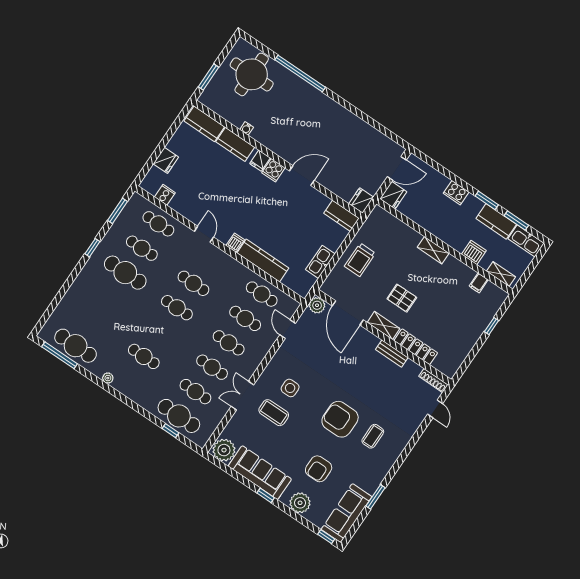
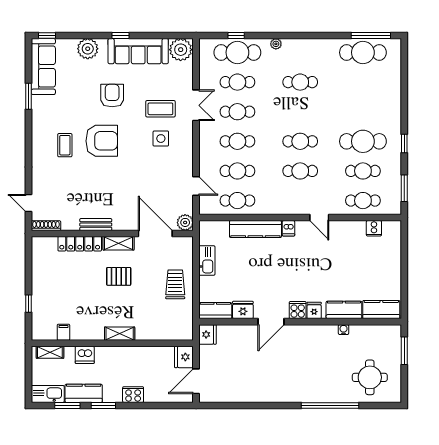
round table: (252, 74) -> (370, 377), width x0.73, depth x0.73
fridge: (166, 160) -> (243, 310), moved, turned 90
plant: (108, 378) -> (276, 44), moved
armchair: (319, 469) -> (112, 96), moved

